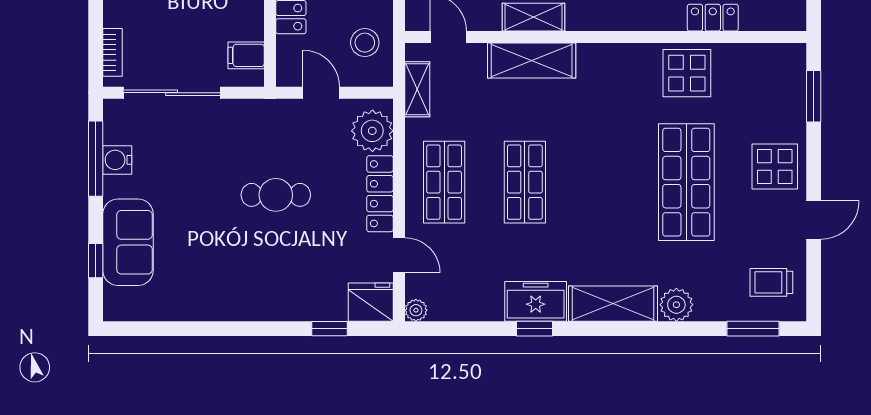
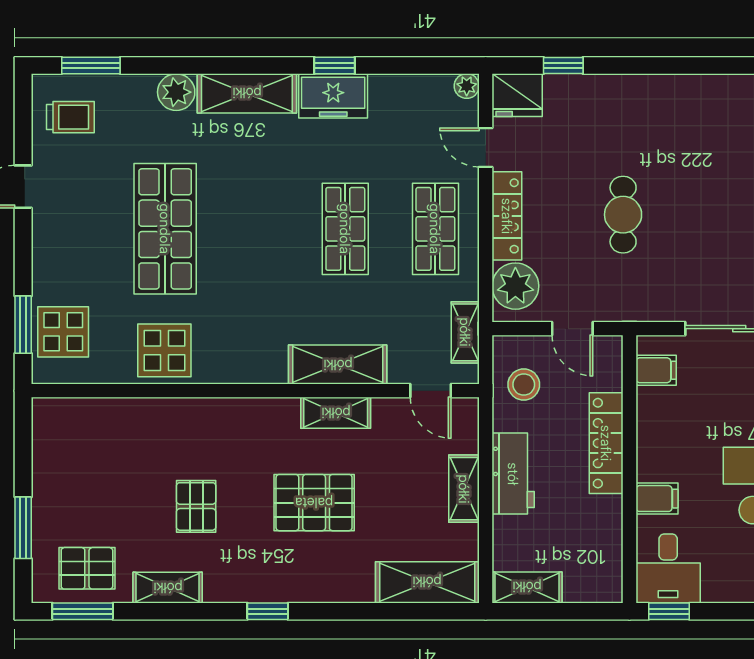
locker: (713, 18) -> (136, 412), removed
display table: (775, 166) -> (63, 332), moved
cafe table: (276, 195) -> (623, 215), turned 90

